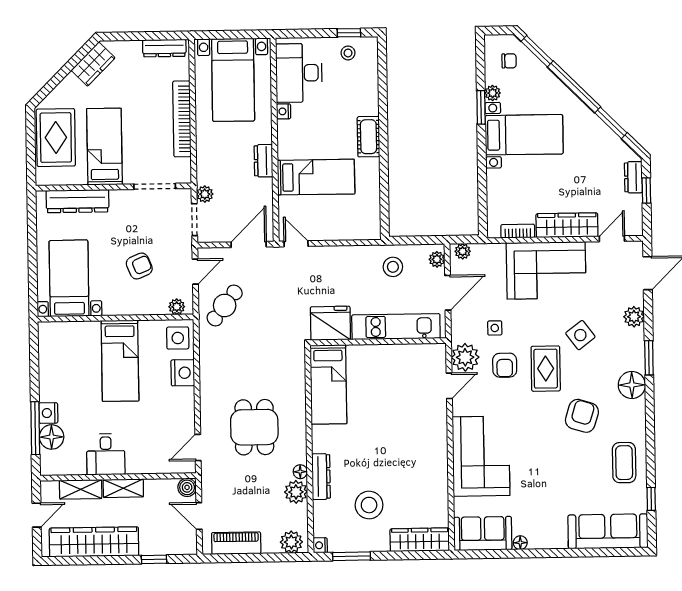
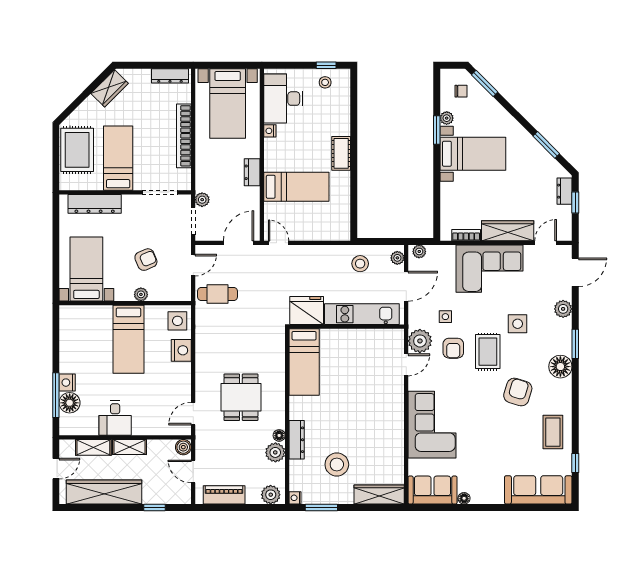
cafe table: (225, 305) -> (217, 294), turned 52
plant: (177, 307) -> (141, 294), moved
side table: (580, 335) -> (518, 324), turned 37

